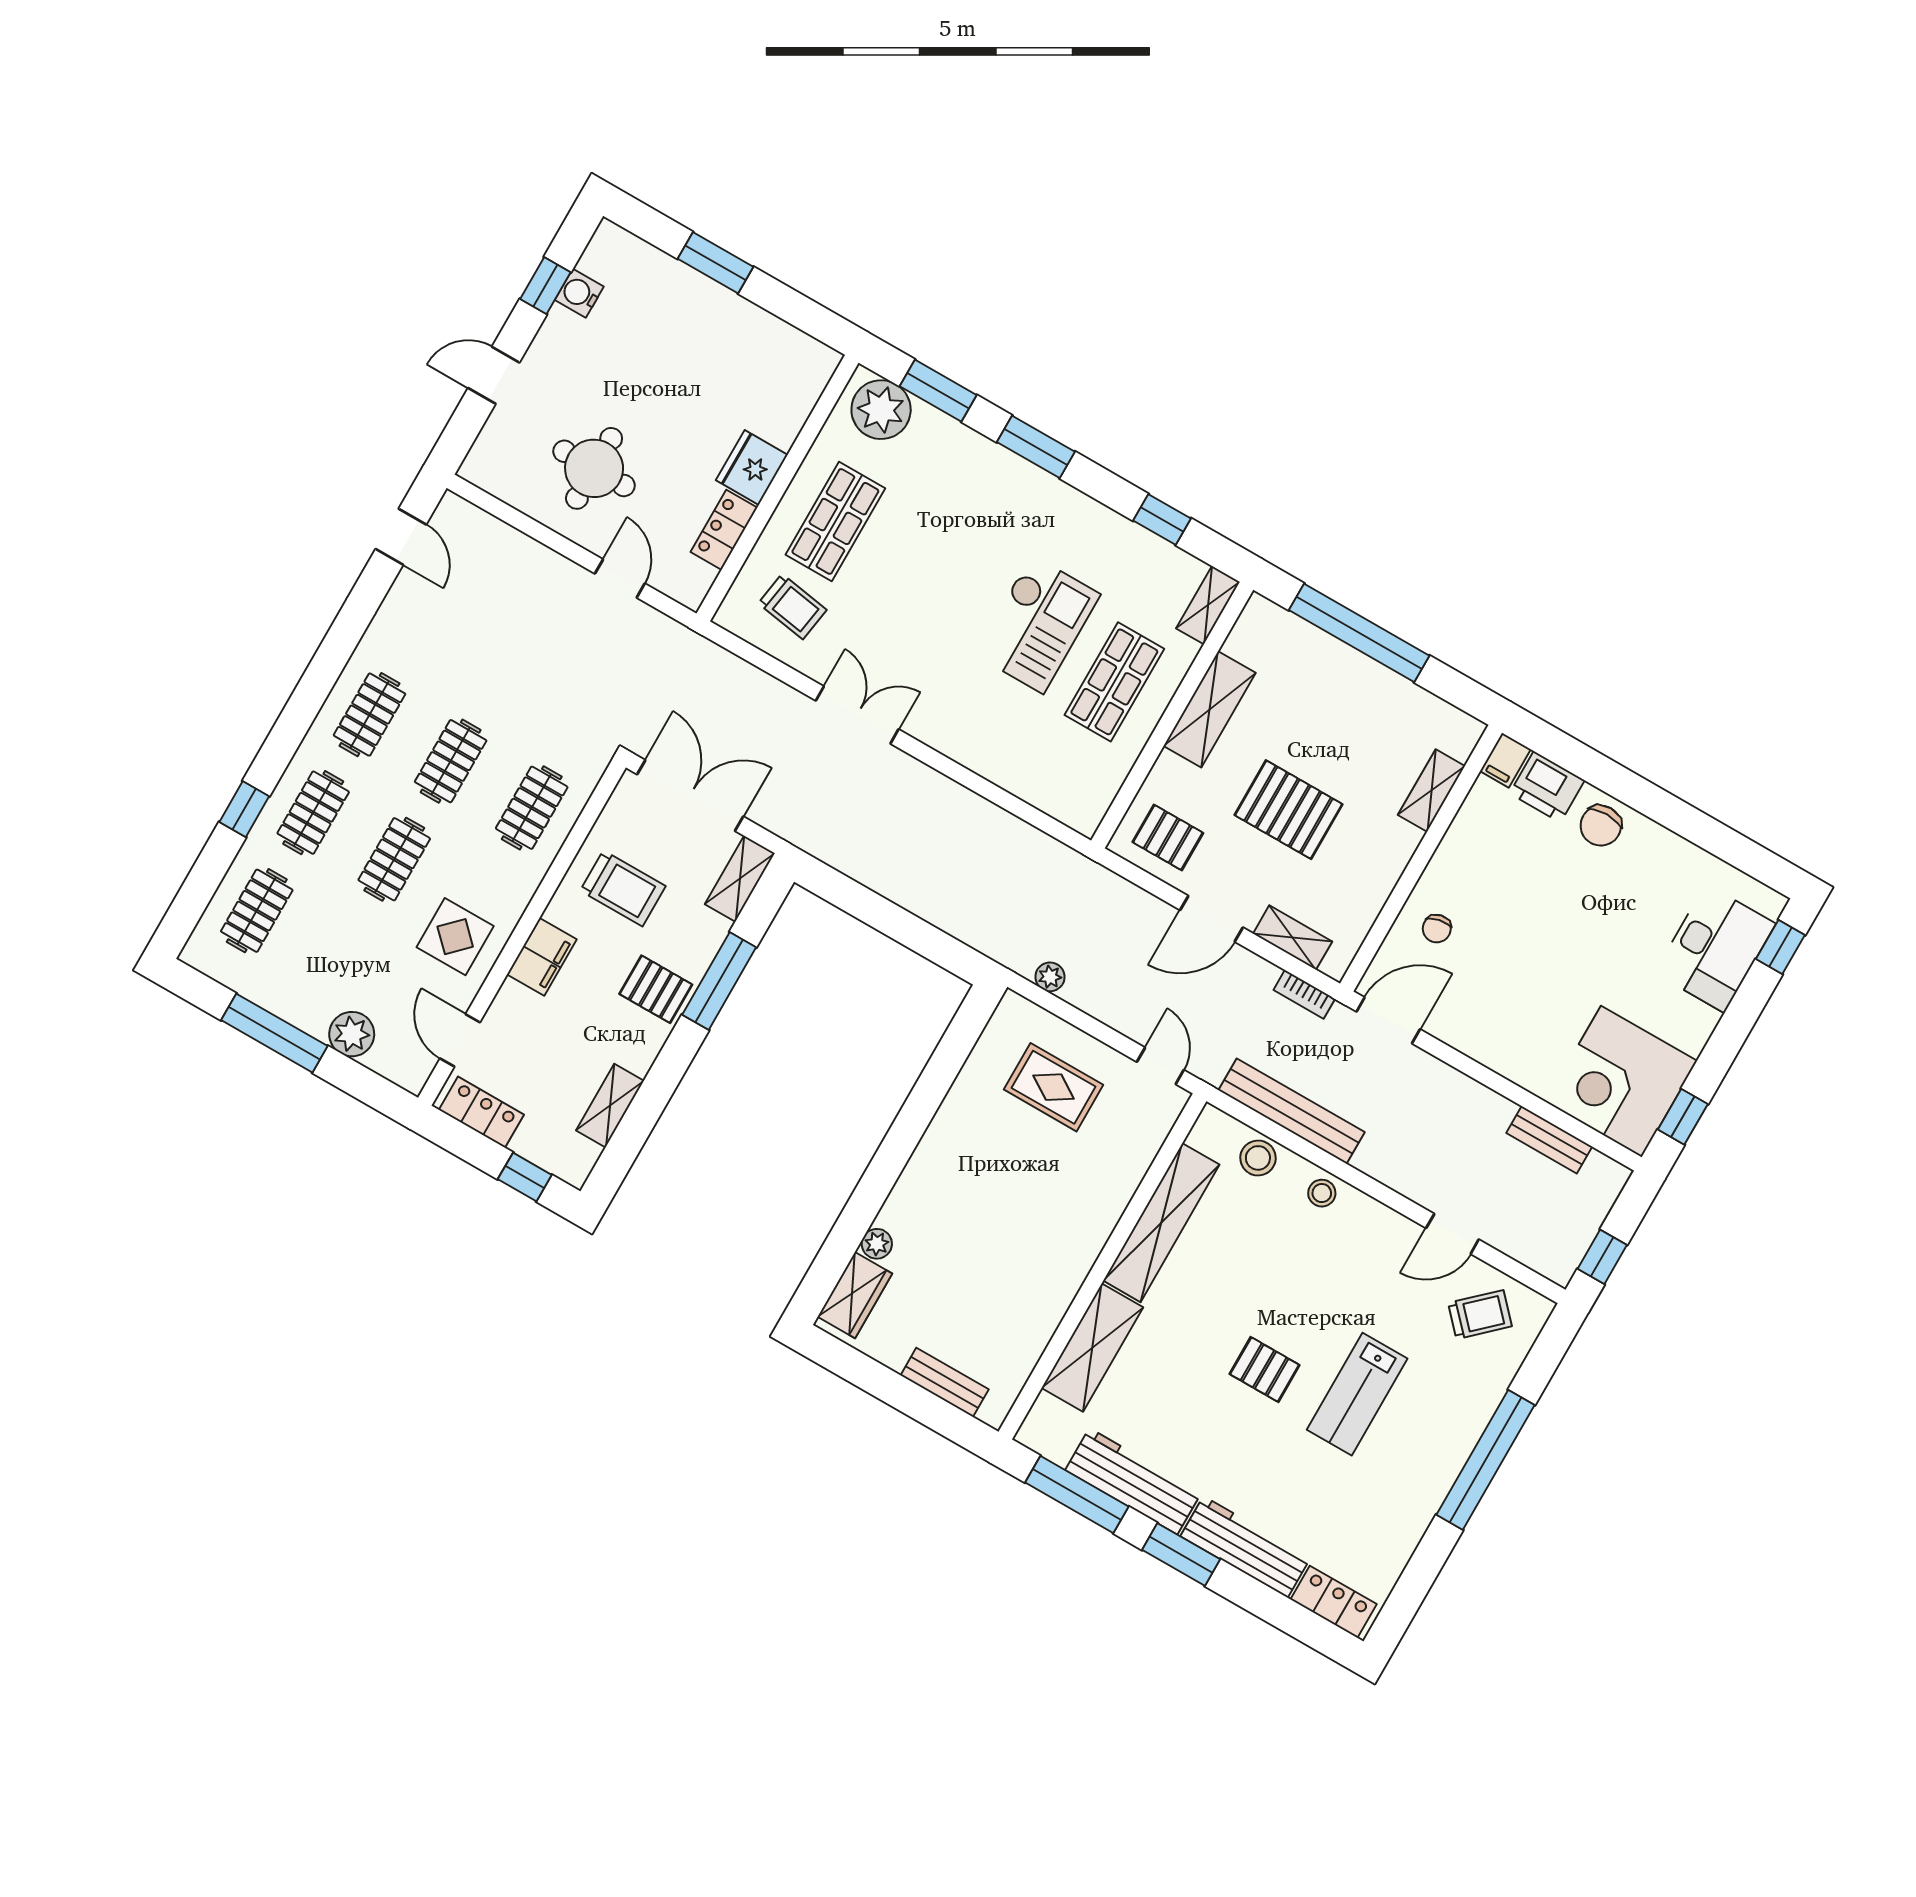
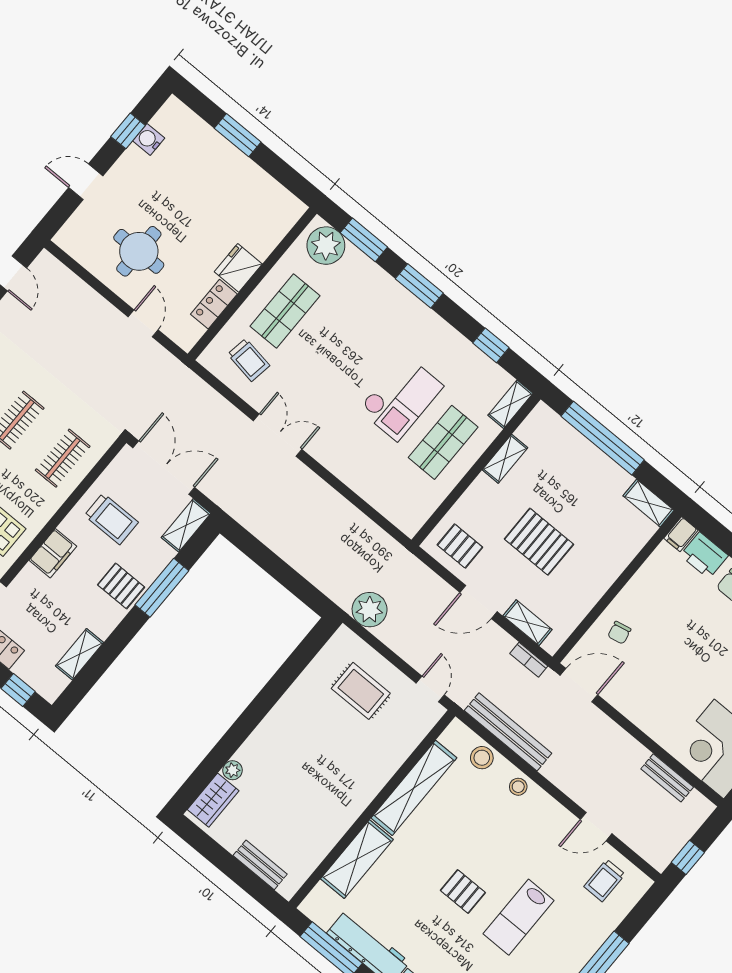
shelving: (1210, 709) -> (505, 459), width x0.67, depth x0.75
shelving: (1431, 791) -> (649, 503), moved, turned 90
plant: (1050, 977) -> (370, 610), width x1.88, depth x1.88
trolley: (1480, 1315) -> (605, 880), turned 133

